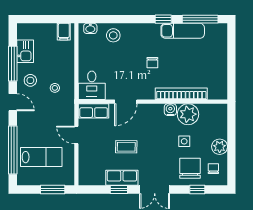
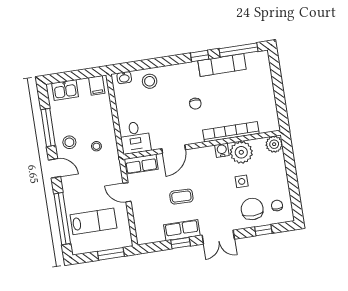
kitchen sink: (25, 51) -> (65, 90), moved, turned 90
plant: (220, 147) -> (274, 144), moved

